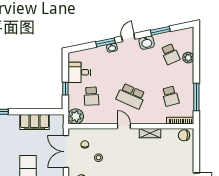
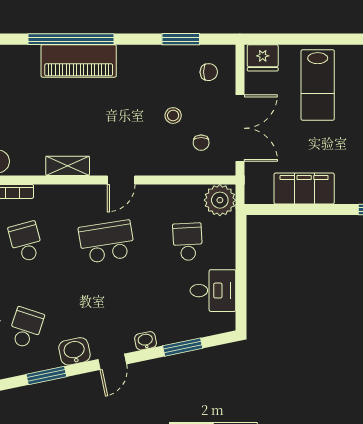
window: (105, 42) -> (183, 347), moved
school desk: (170, 54) -> (26, 328), turned 42
window: (65, 89) -> (241, 257), removed
school desk: (131, 96) -> (107, 242), turned -33
door: (124, 126) -> (121, 180), hinge flipped

